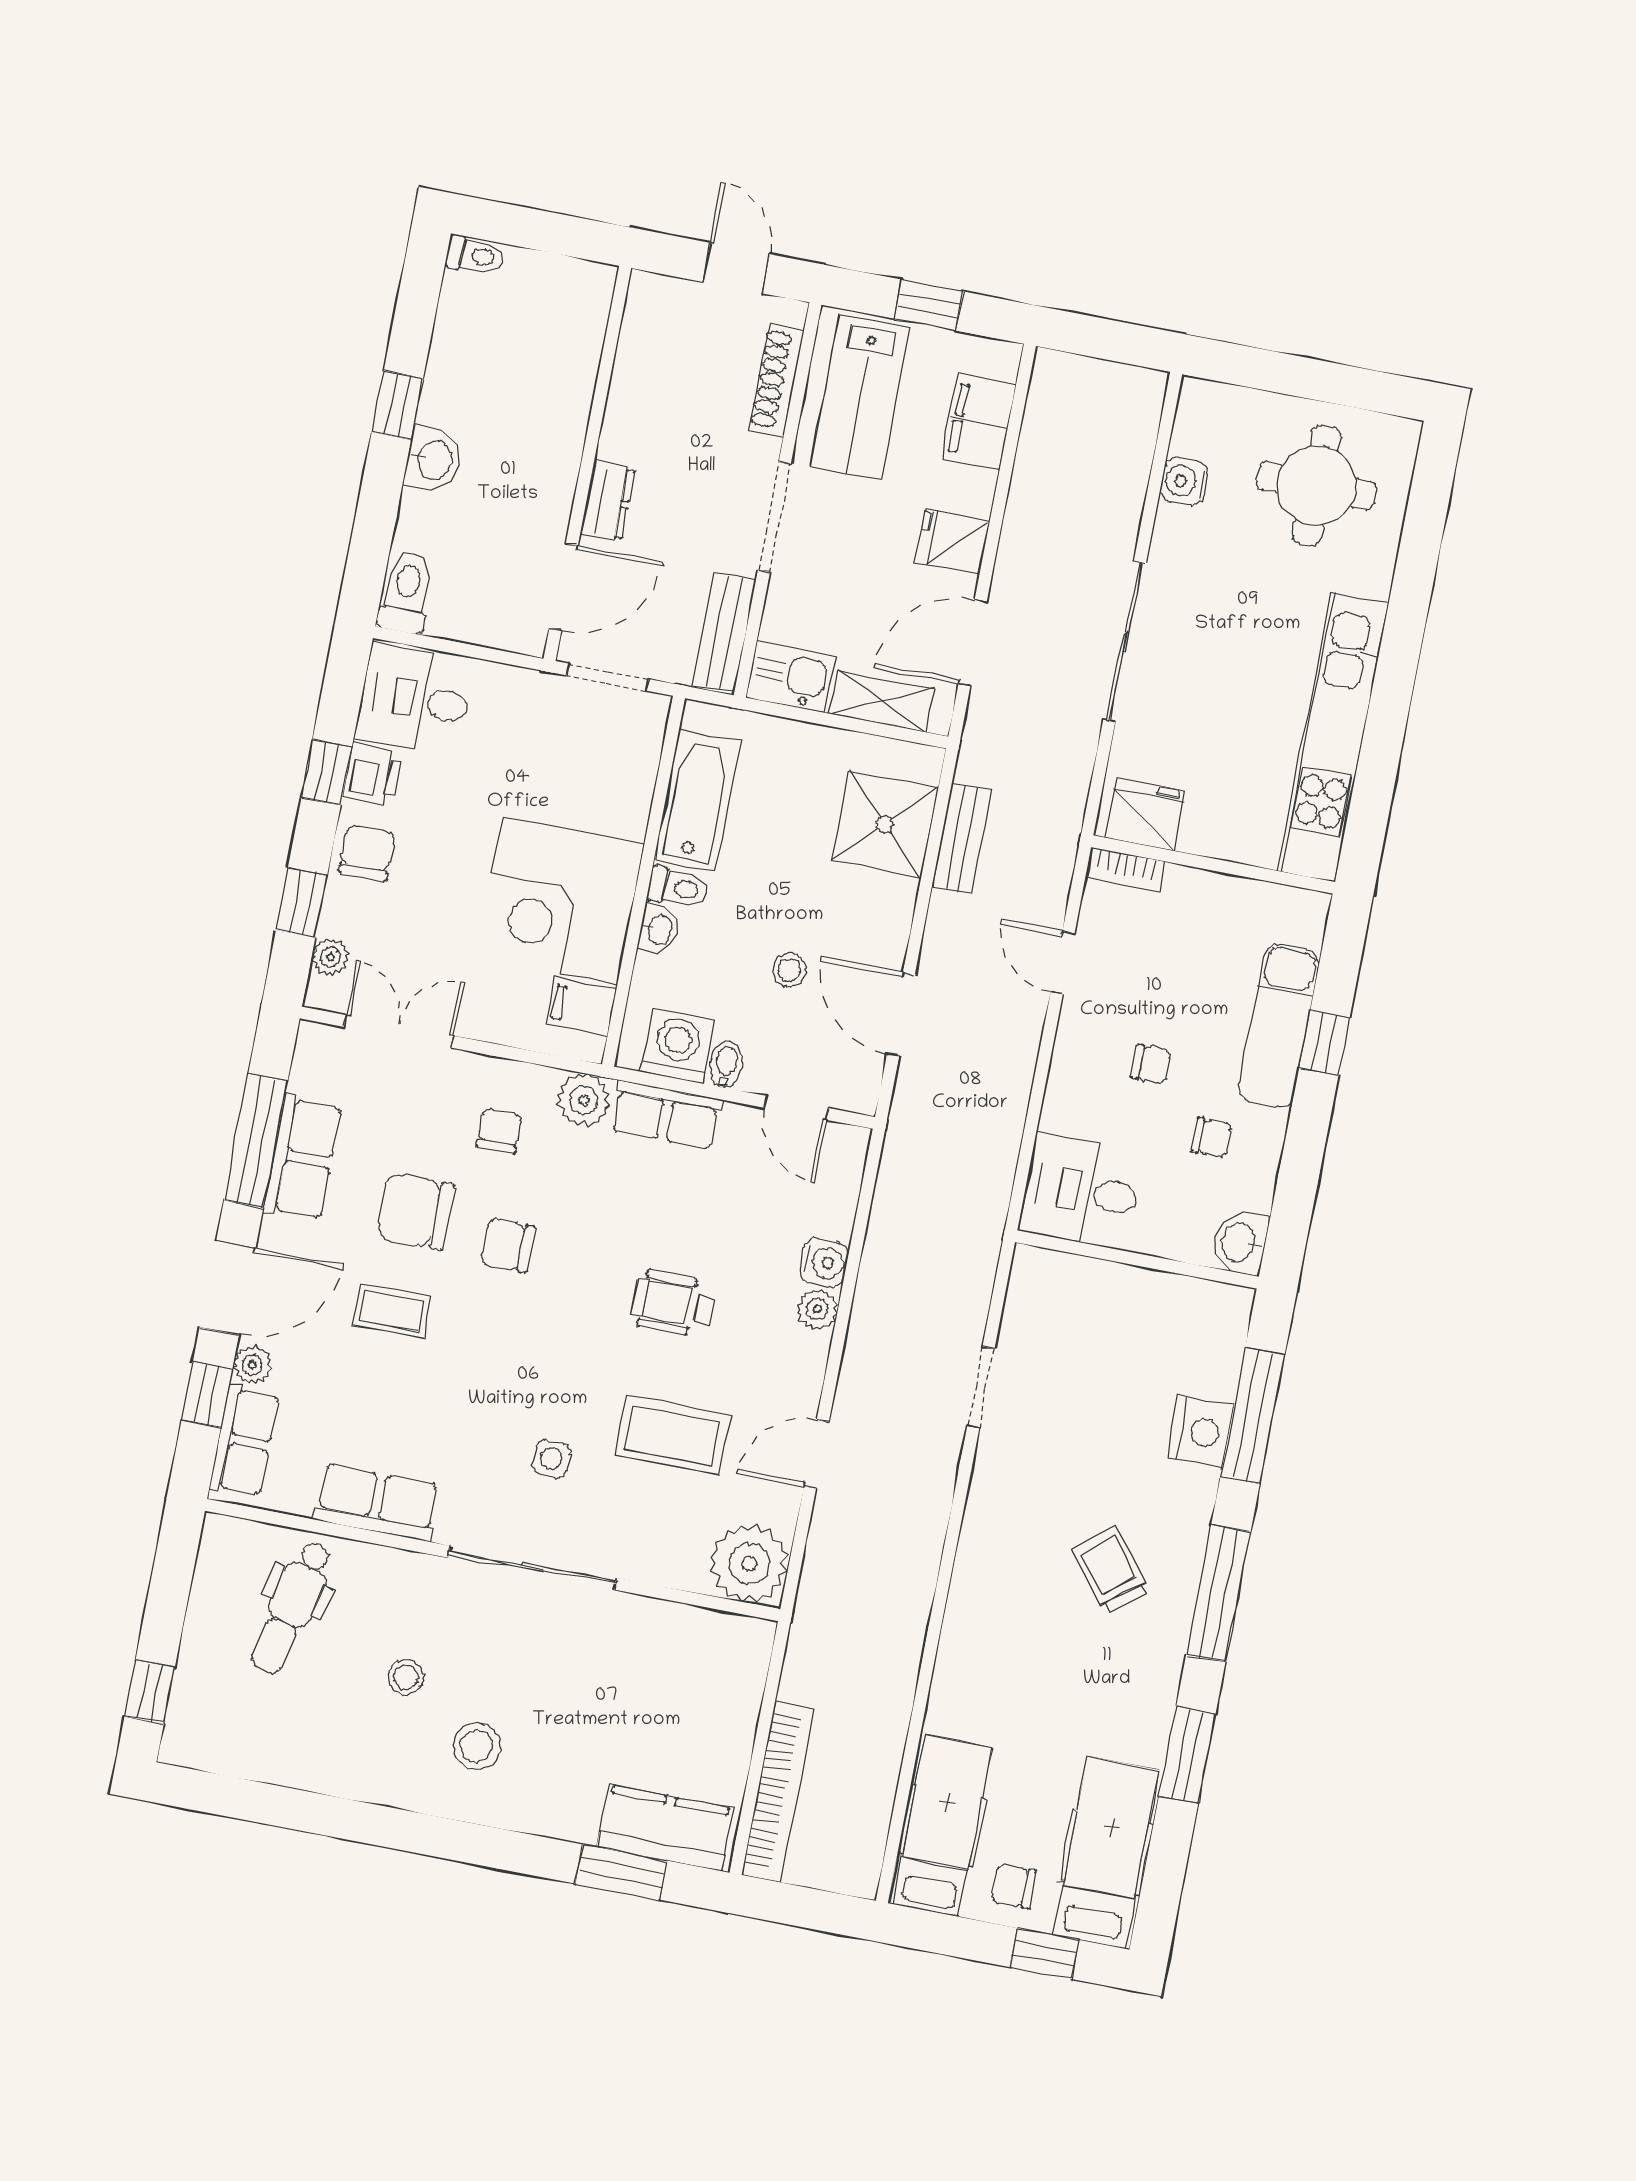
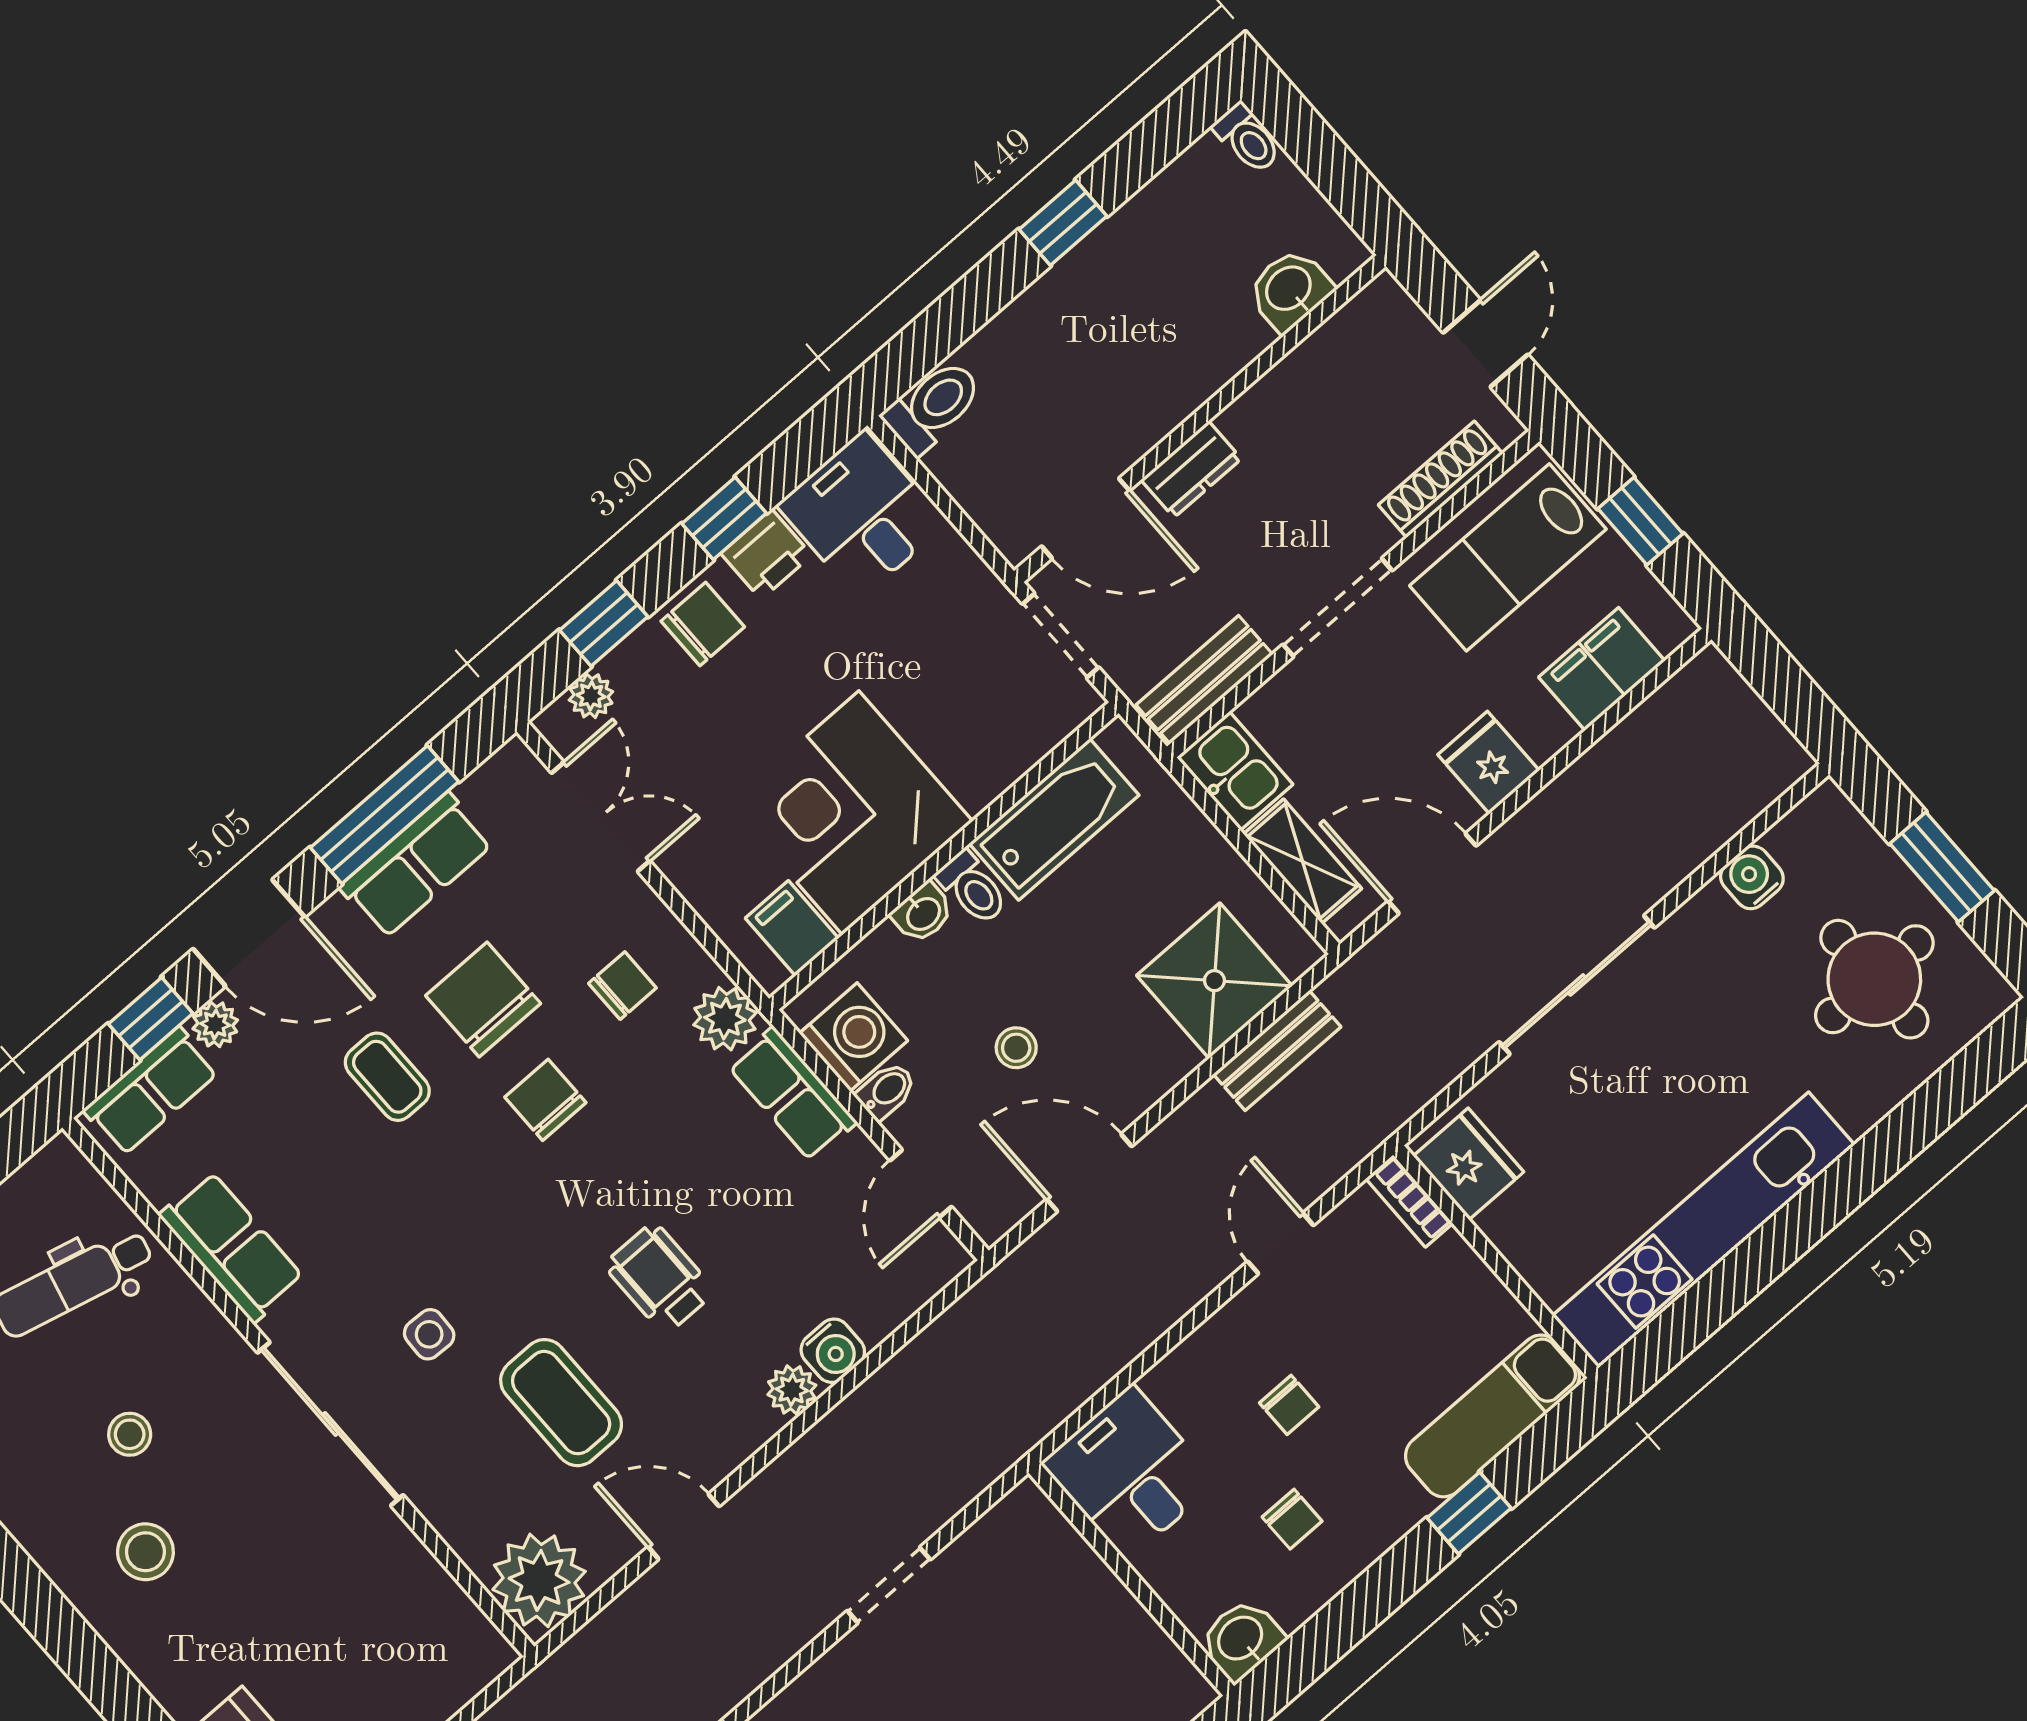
window: (1304, 377) -> (1942, 867), added
washbasin: (433, 460) -> (1290, 290), moved, turned 180
door: (901, 1014) -> (1089, 1173), hinge flipped
exam couch: (1279, 1026) -> (1492, 1416), moved

